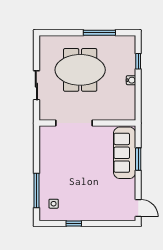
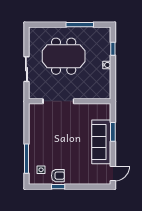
sofa: (125, 153) -> (101, 142), moved
door: (138, 208) -> (113, 173), hinge flipped
armchair: (73, 211) -> (58, 176), added

